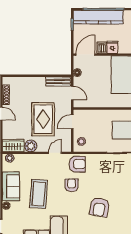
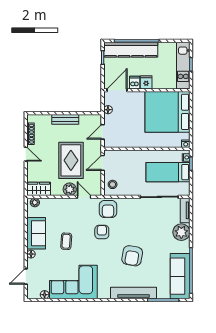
bench: (58, 81) -> (65, 119), moved
door: (72, 93) -> (103, 132), swing flipped
plant: (31, 146) -> (70, 189), moved
door: (55, 153) -> (84, 197), hinge flipped
armchair: (77, 164) -> (108, 209), turned 90
coffee table: (39, 194) -> (66, 241), width x0.54, depth x0.58

